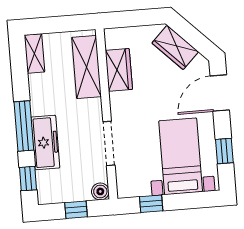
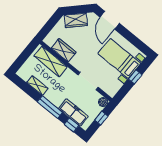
shelving: (34, 53) -> (37, 85), moved
freezer: (45, 142) -> (73, 113), moved
window: (224, 151) -> (133, 40), removed
window: (151, 204) -> (135, 77), moved

